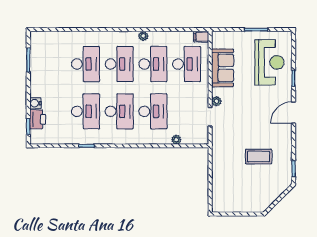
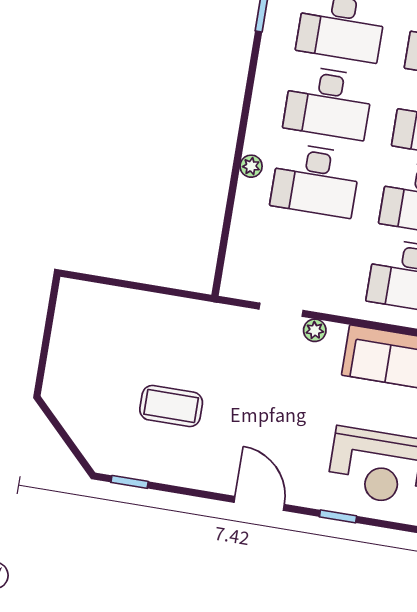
plant: (176, 140) -> (251, 166), moved
coffee table: (259, 157) -> (171, 406), turned 90

